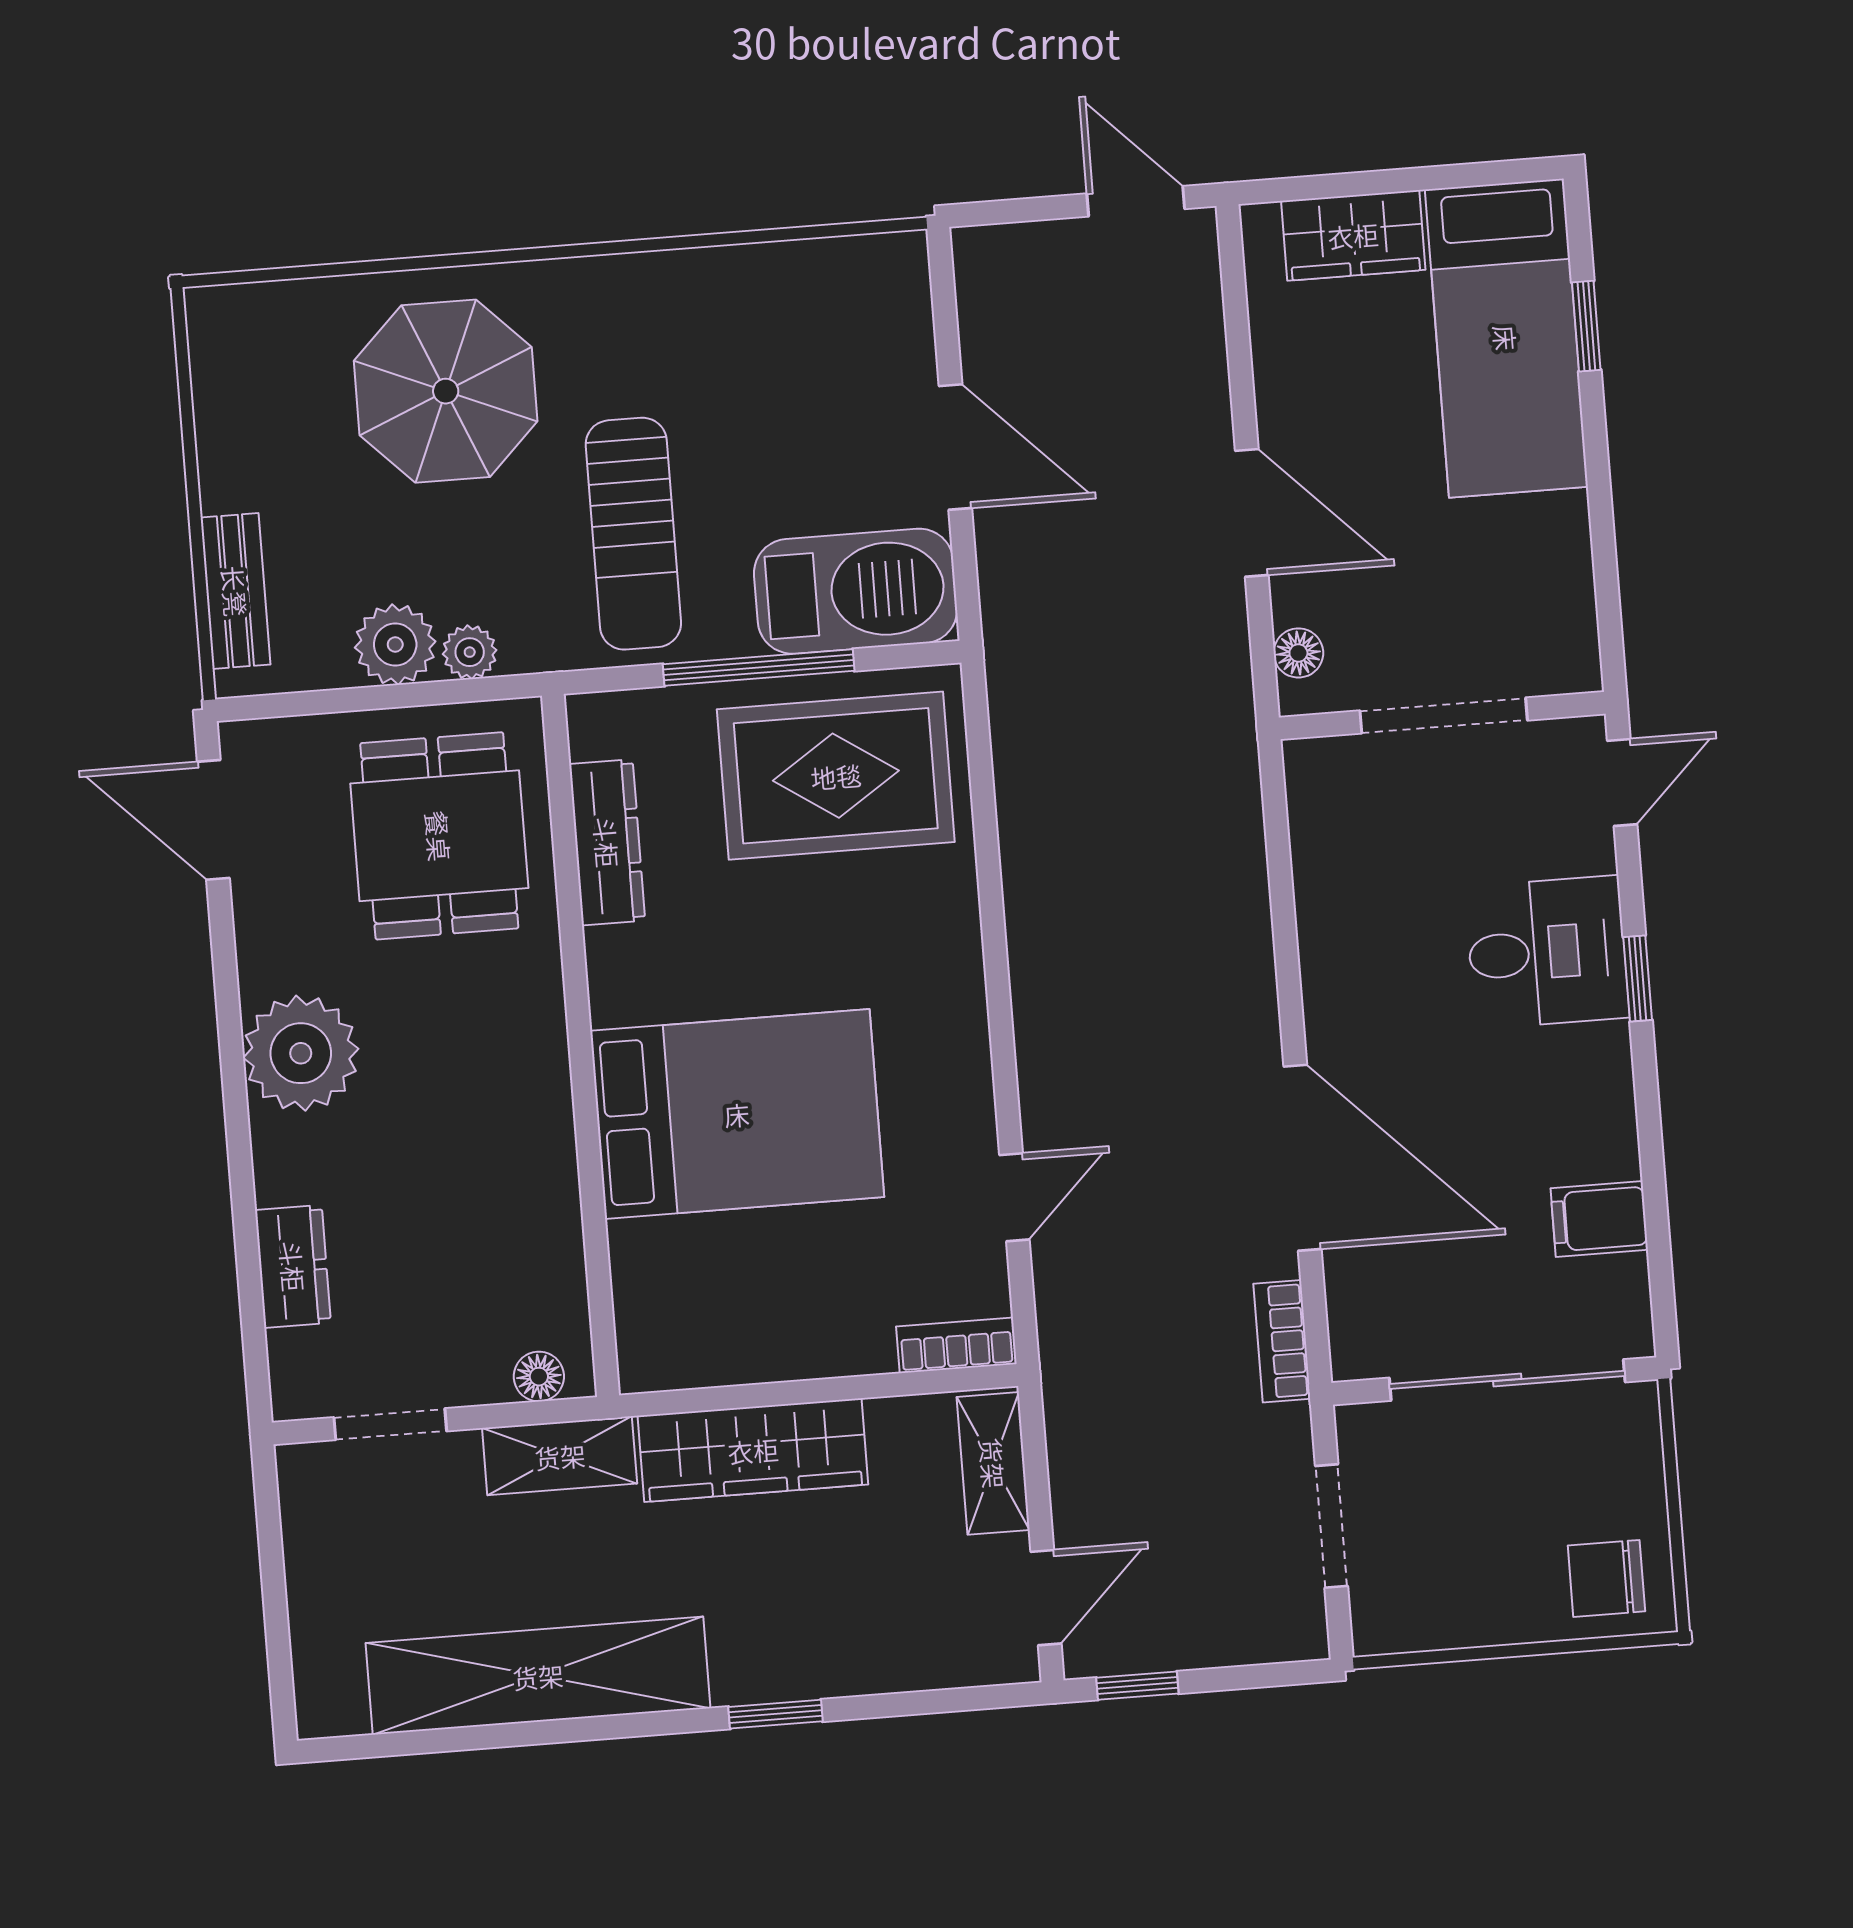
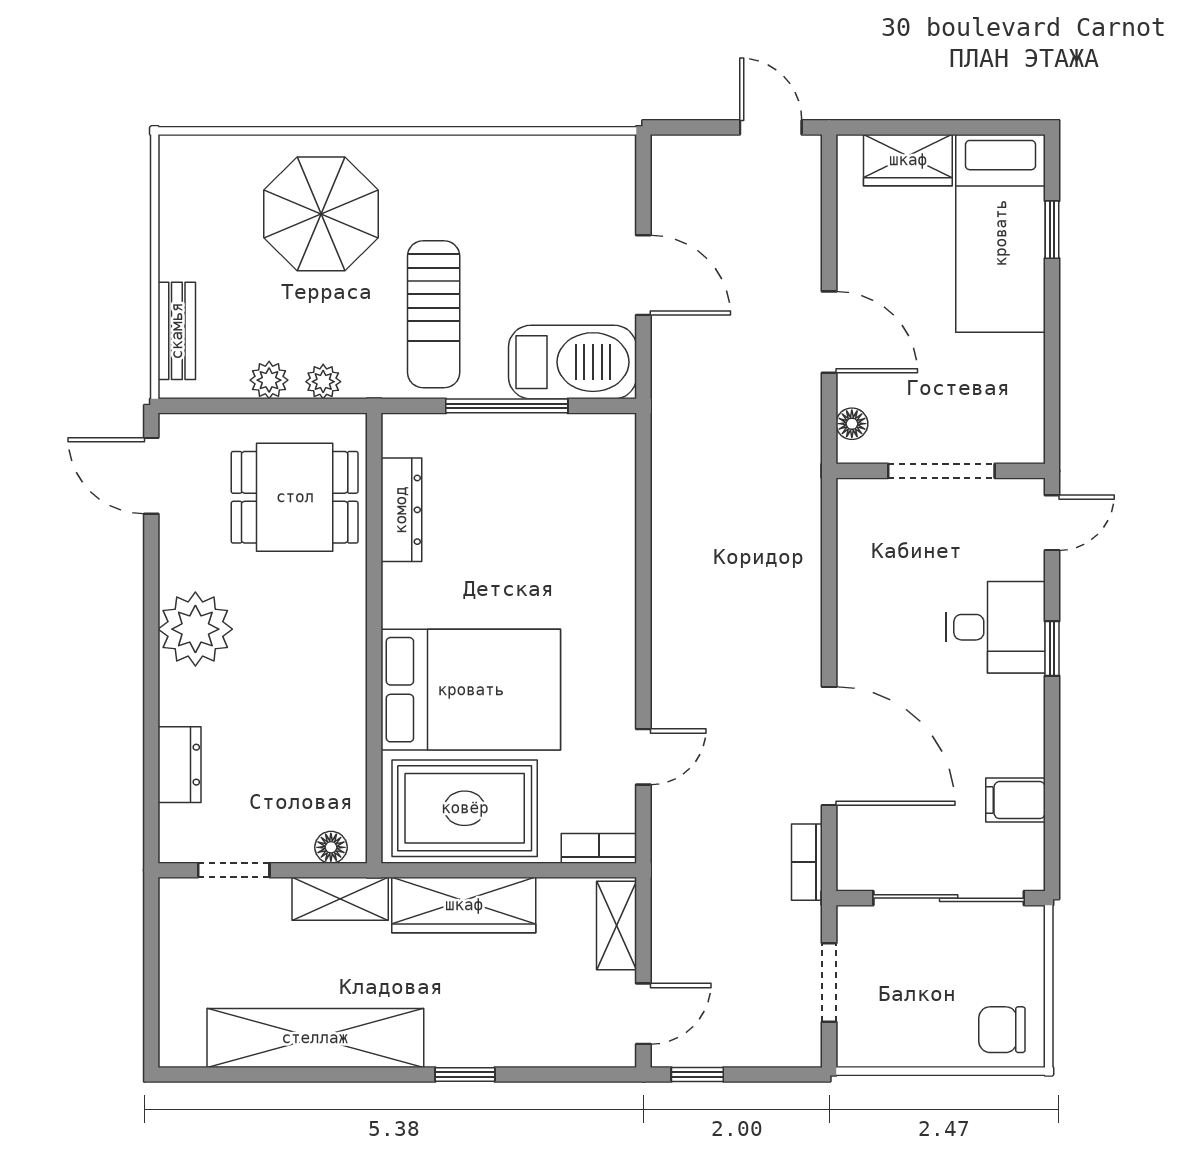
plant: (395, 645) -> (269, 380), width x0.73, depth x0.73
rug: (836, 776) -> (465, 808), moved
dining table: (439, 836) -> (295, 497), turned 90

